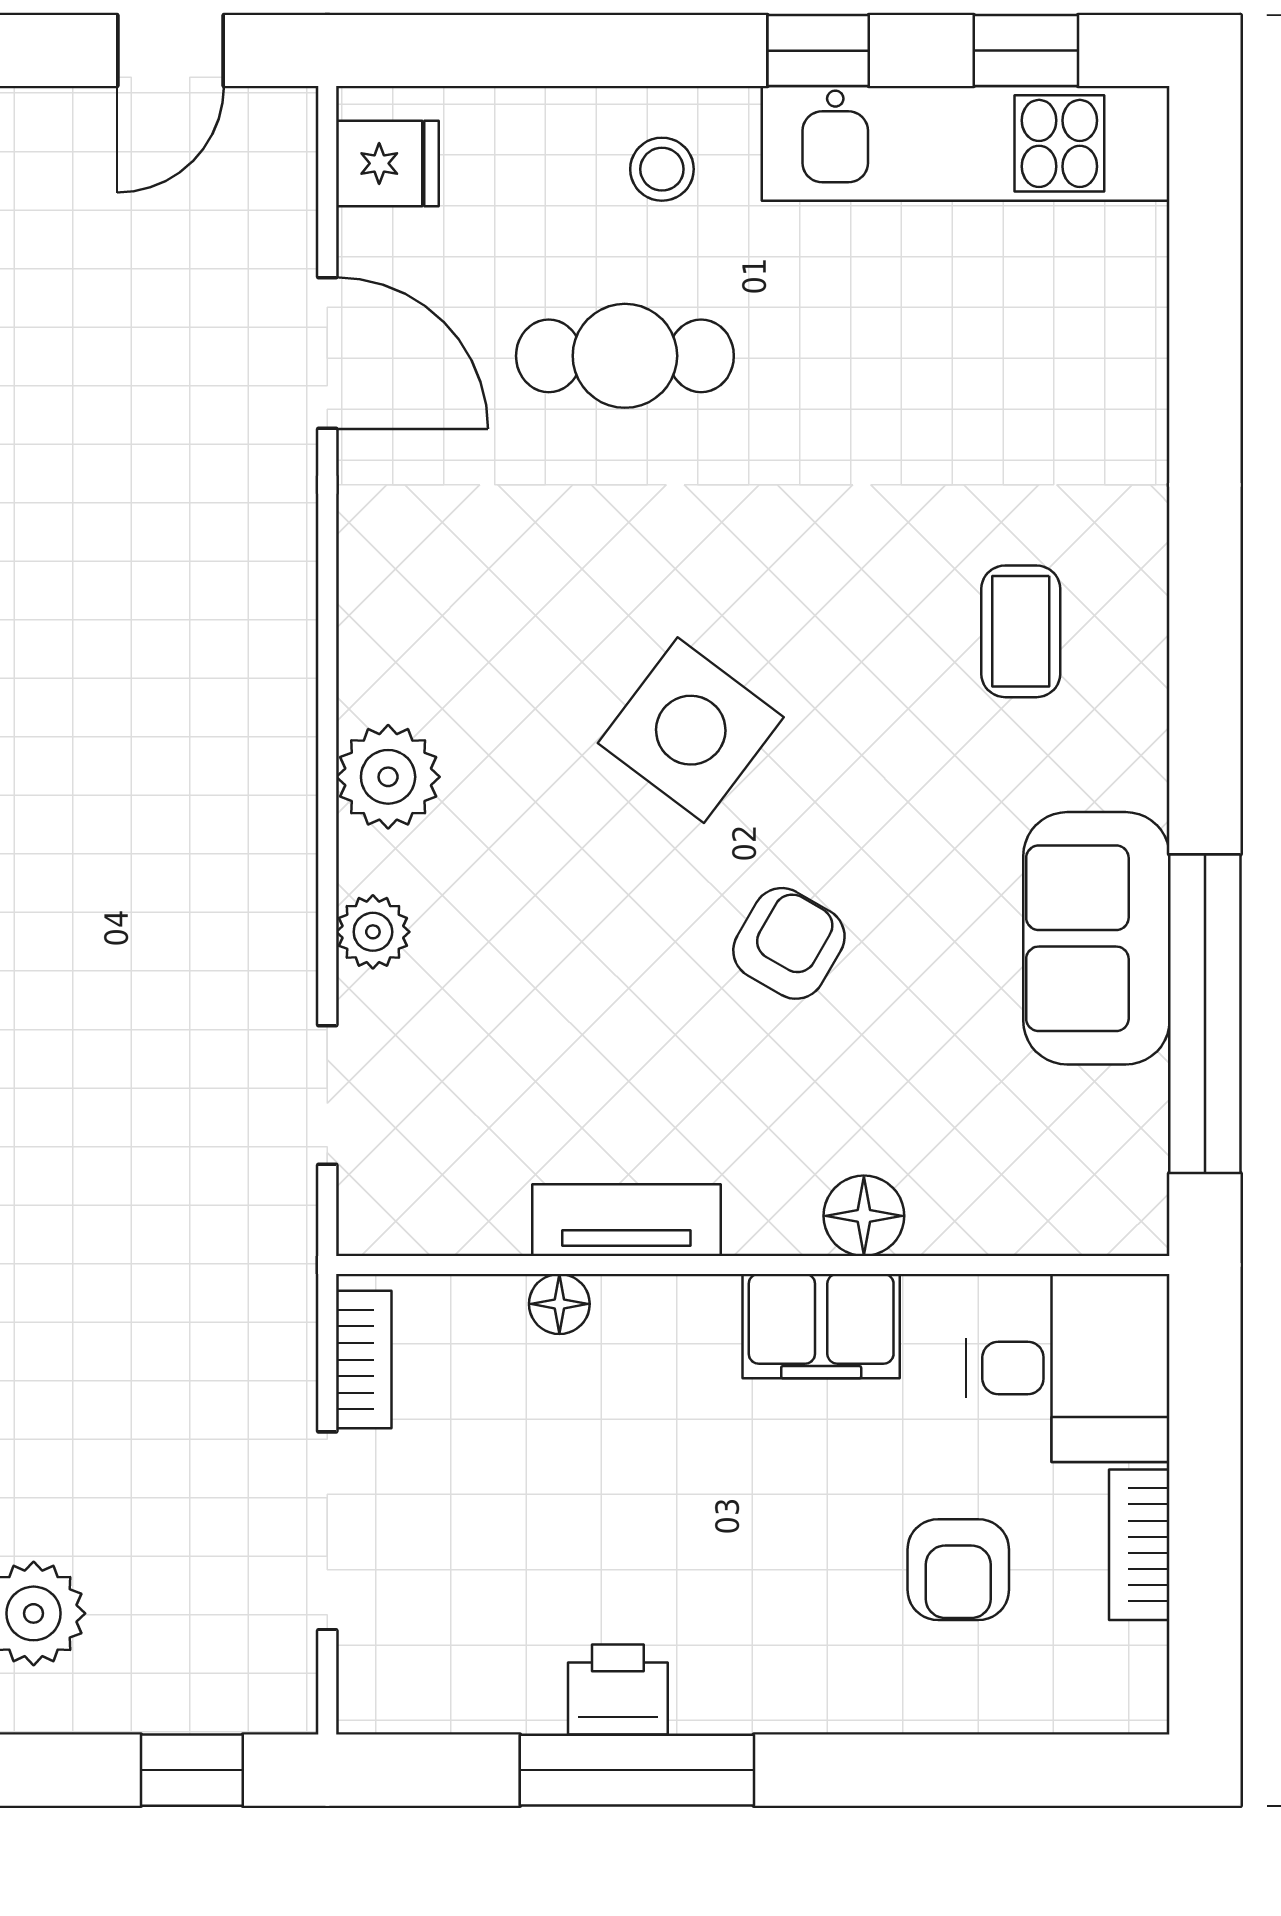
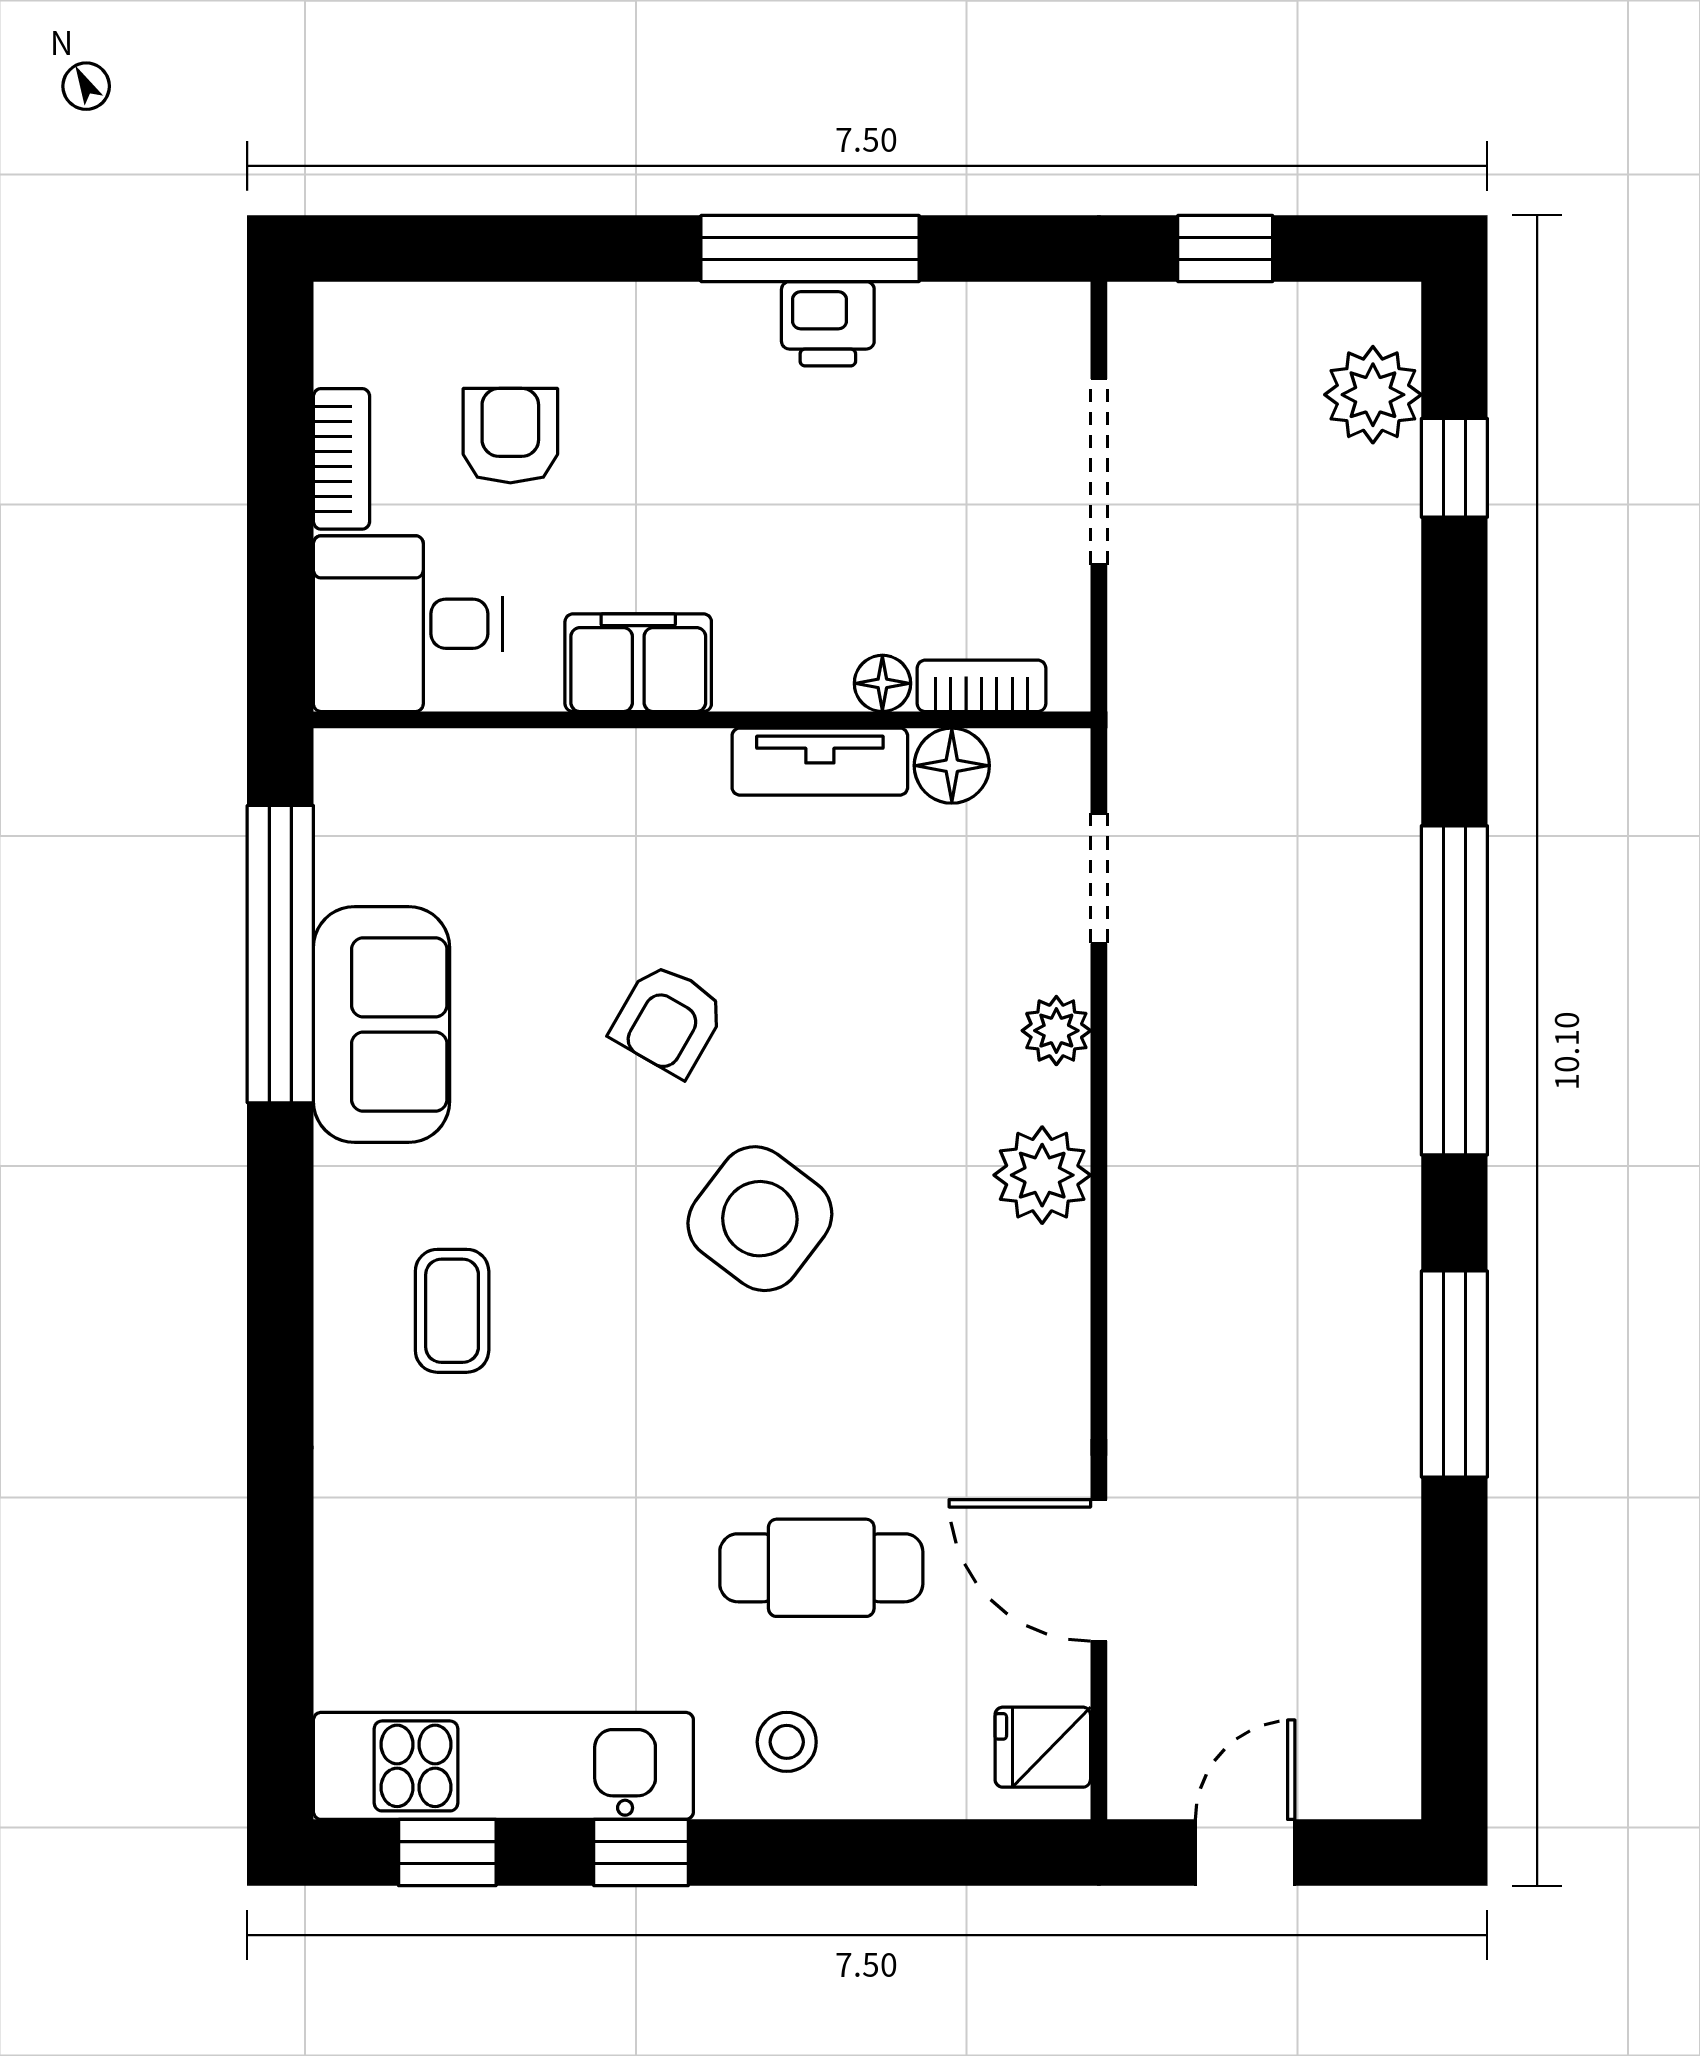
floor lamp: (864, 1216) -> (952, 766), moved
bookcase: (364, 1360) -> (982, 686), moved, turned 90

